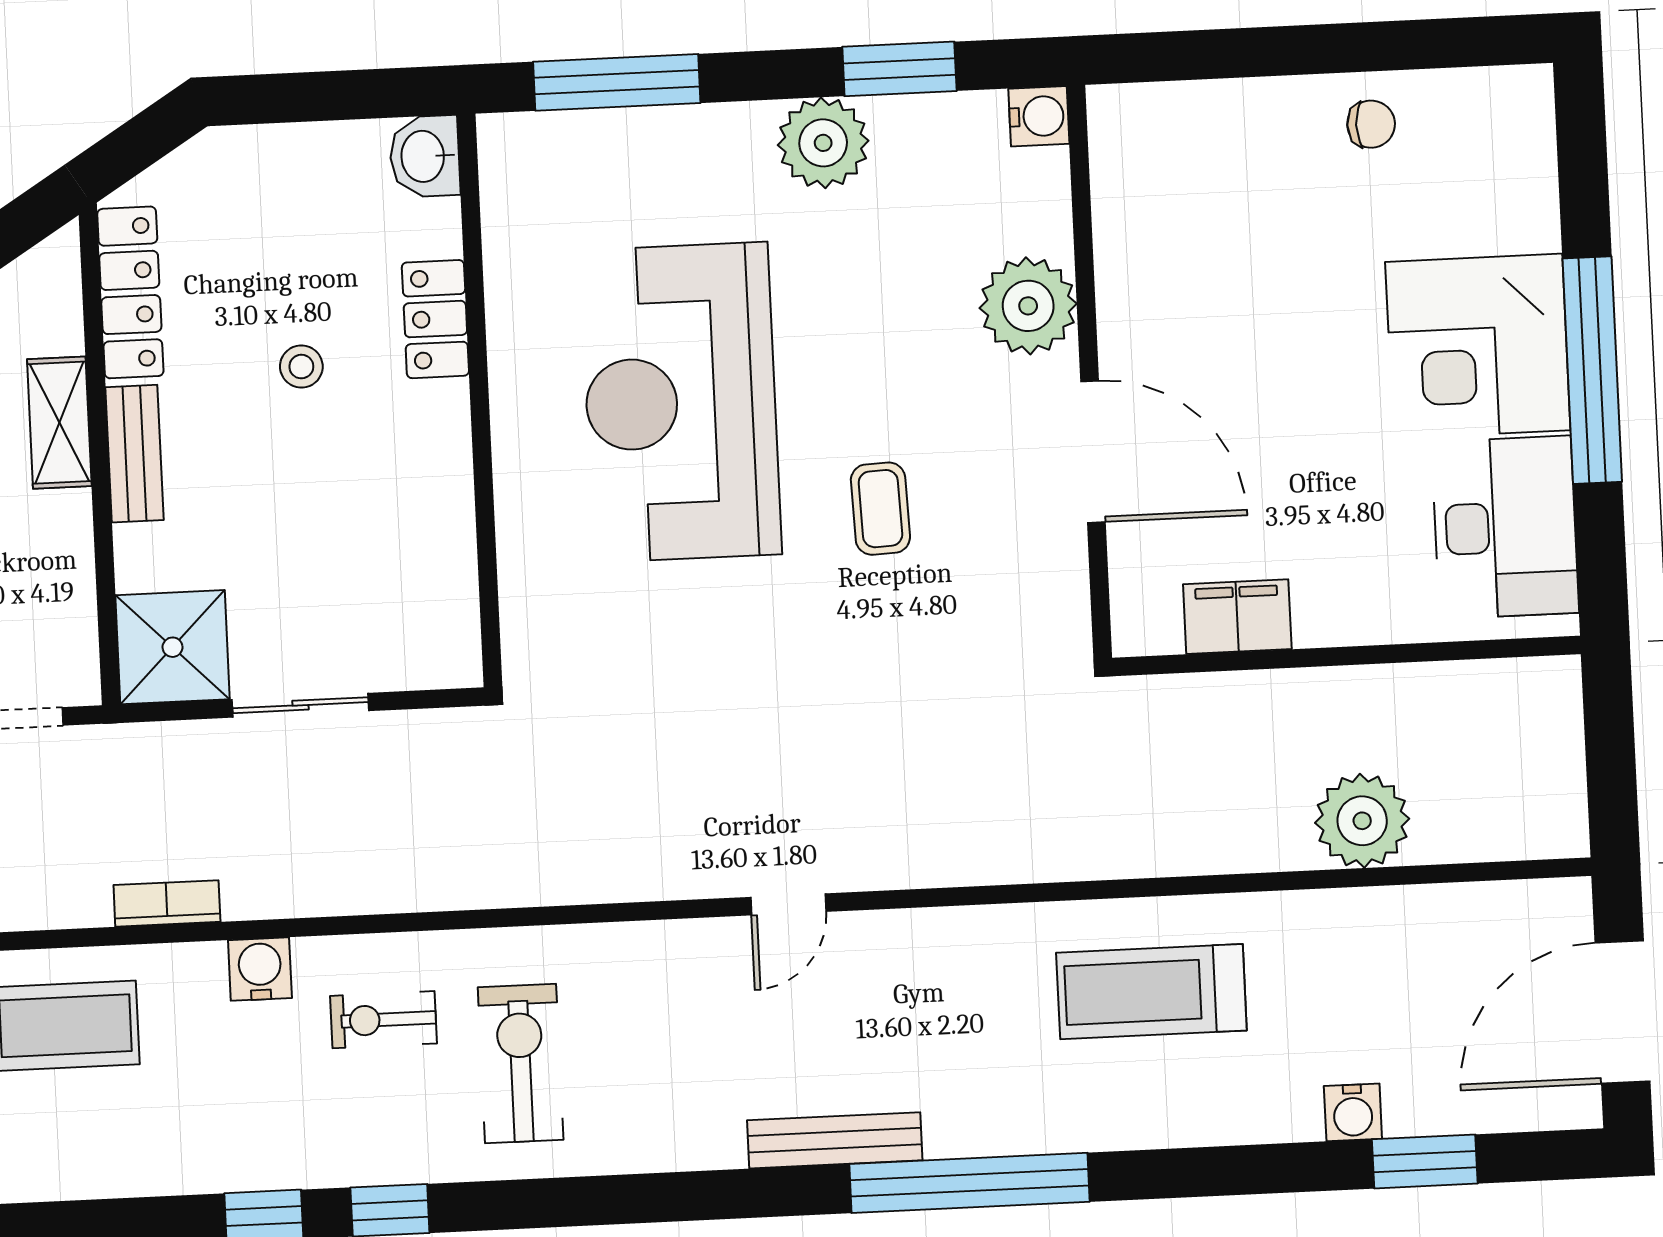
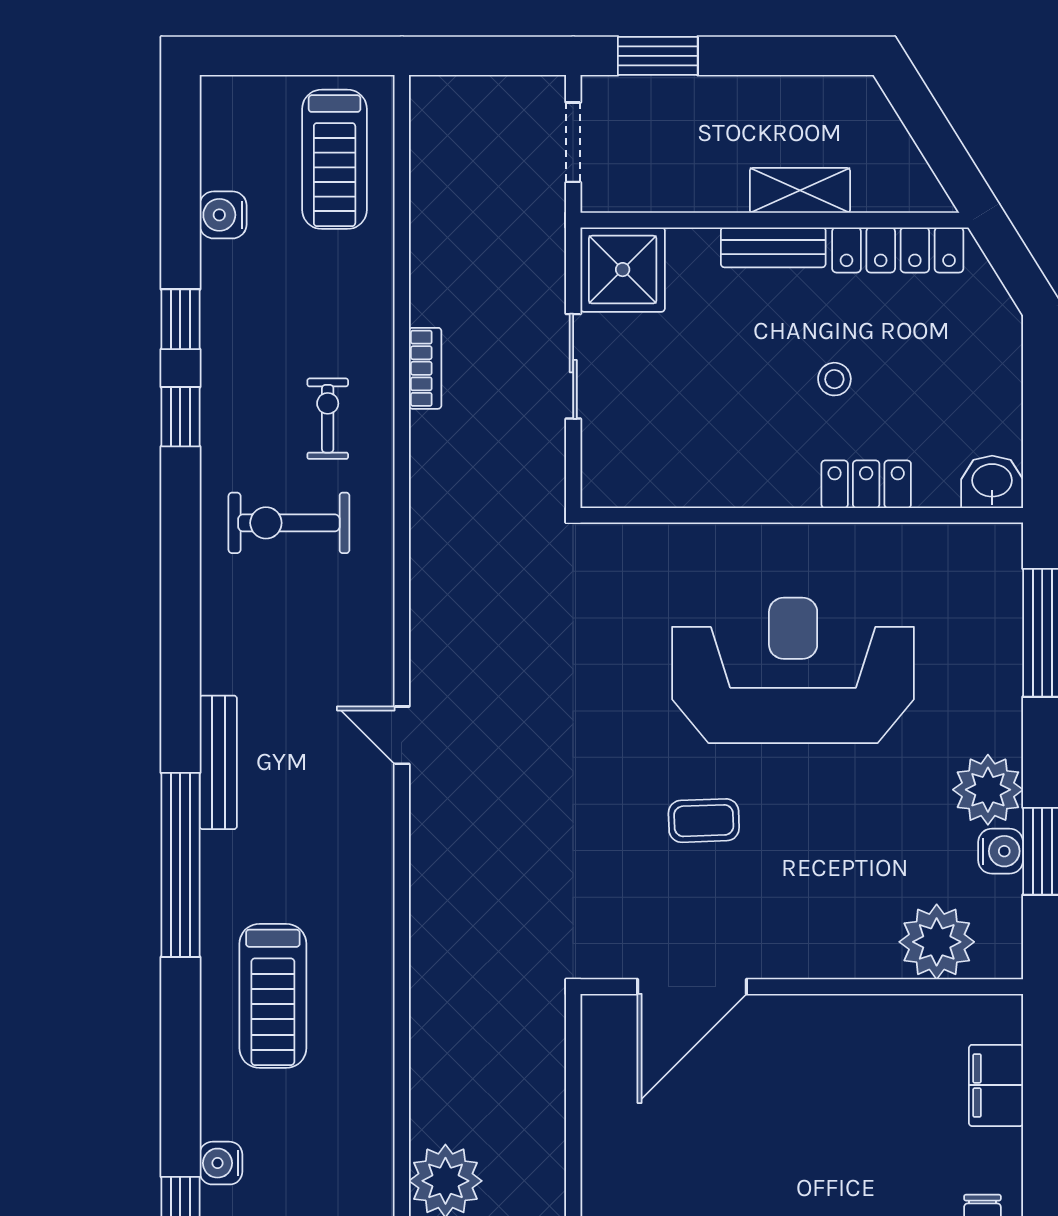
water cooler: (1039, 116) -> (1001, 851), moved, turned -90
plant: (1028, 306) -> (937, 942), moved
door: (1093, 452) -> (692, 987), moved
filing cabinet: (1237, 617) -> (996, 1085), moved, turned 180
bookcase: (167, 903) -> (425, 368), moved
water cooler: (260, 969) -> (223, 215), moved, turned 180
treadmill: (1151, 992) -> (273, 996), moved, turned 180
exercise bike: (521, 1063) -> (289, 523), turned 180

